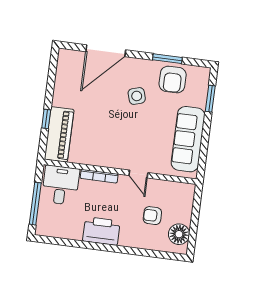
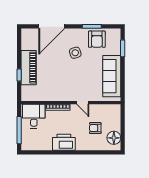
piano: (59, 134) -> (29, 68), moved

